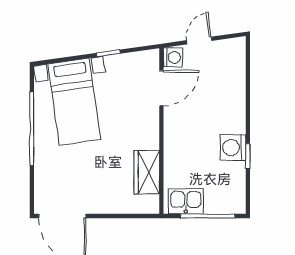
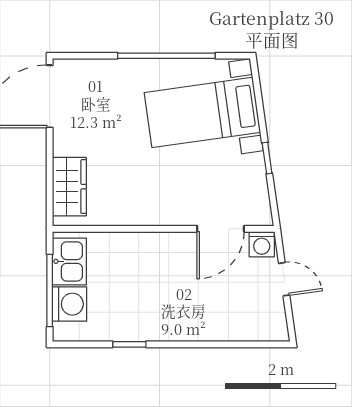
door: (161, 88) -> (221, 229), hinge flipped
washing machine: (233, 148) -> (70, 304), moved, turned 90
wardrobe: (147, 172) -> (69, 187), moved, turned 90

